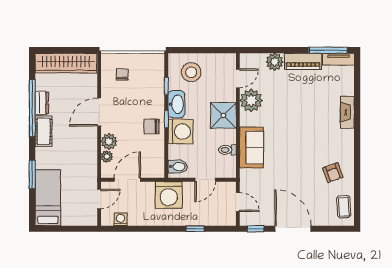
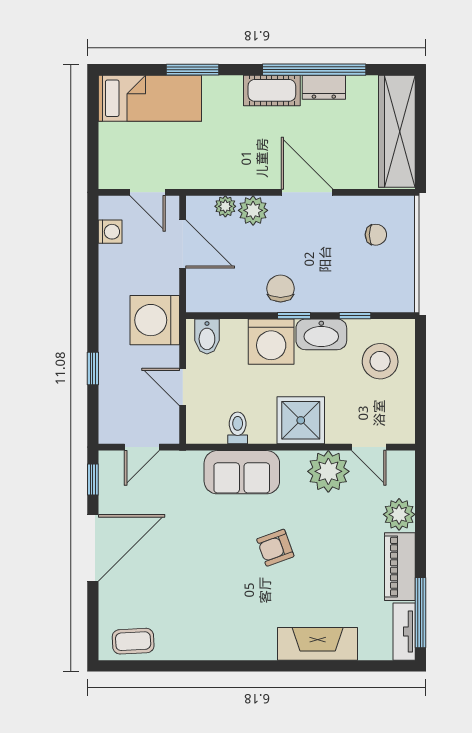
fireplace: (347, 112) -> (318, 644), width x1.37, depth x1.32
armchair: (333, 173) -> (275, 548), moved

